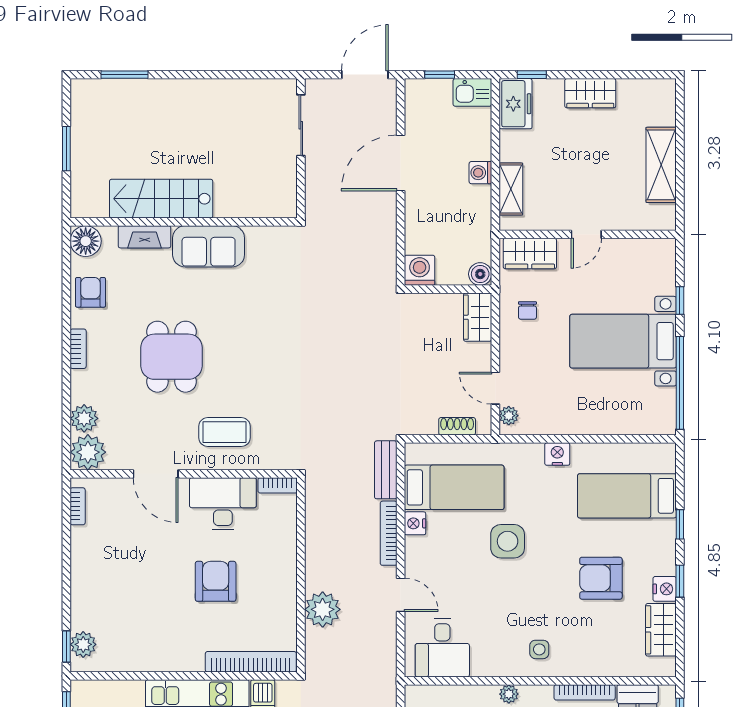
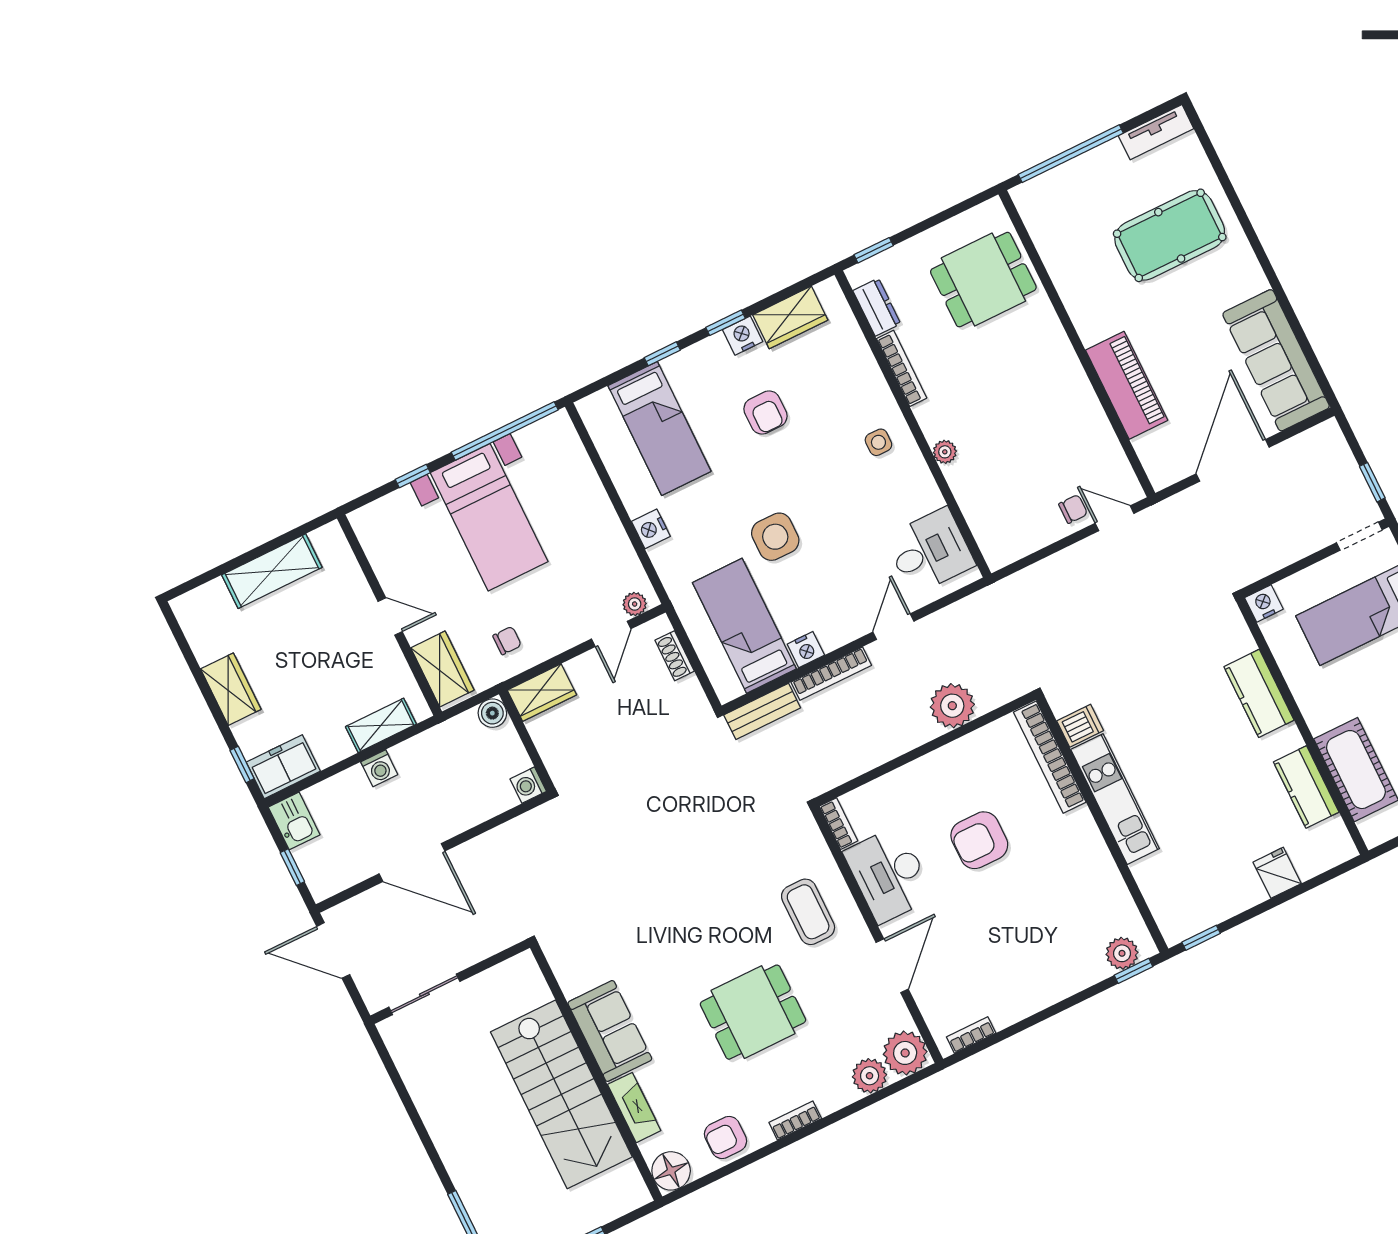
stairs: (161, 199) -> (561, 1094), width x1.36, depth x1.51
washing machine: (420, 270) -> (528, 785), width x0.73, depth x0.73
armchair: (601, 578) -> (765, 412), width x0.72, depth x0.72

